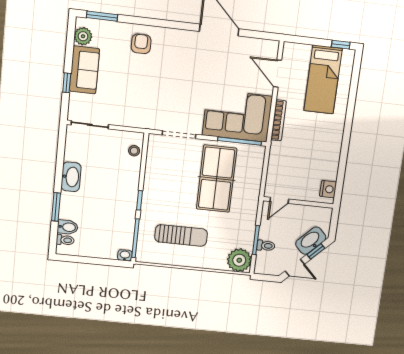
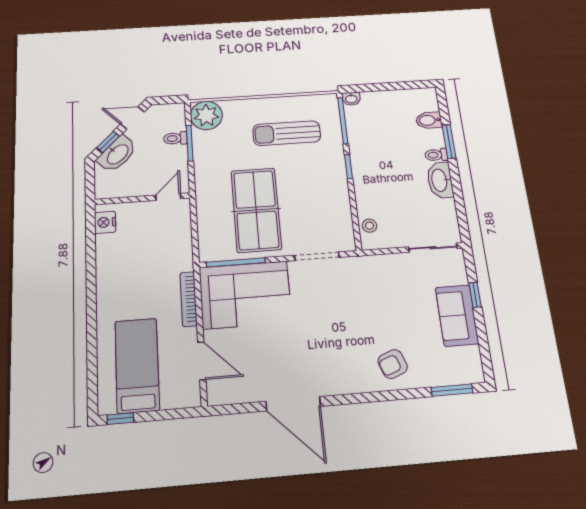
plant: (83, 36) -> (470, 359), removed
armchair: (141, 44) -> (393, 364), turned 69
toilet: (65, 240) -> (436, 155), moved

